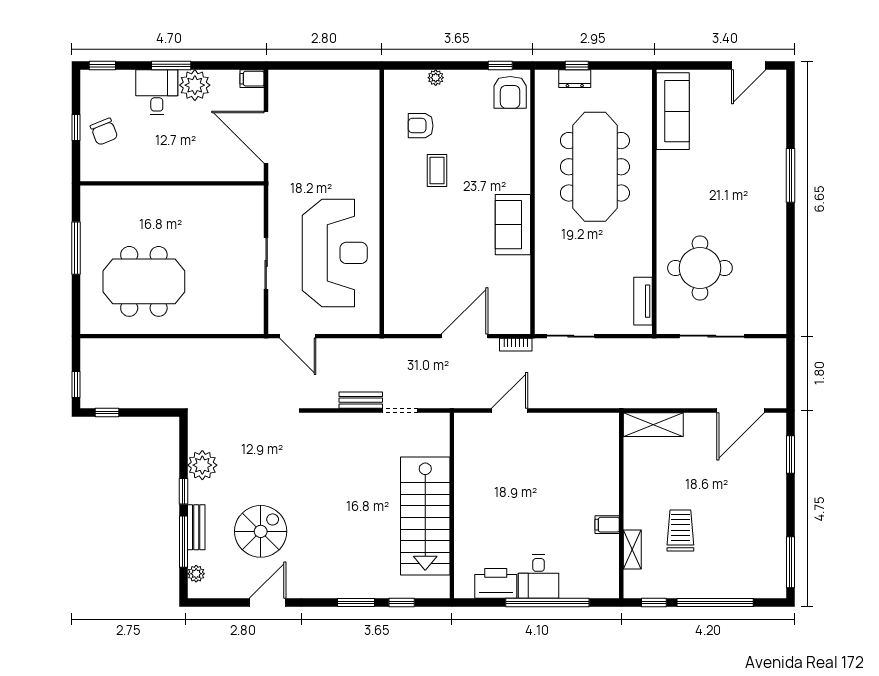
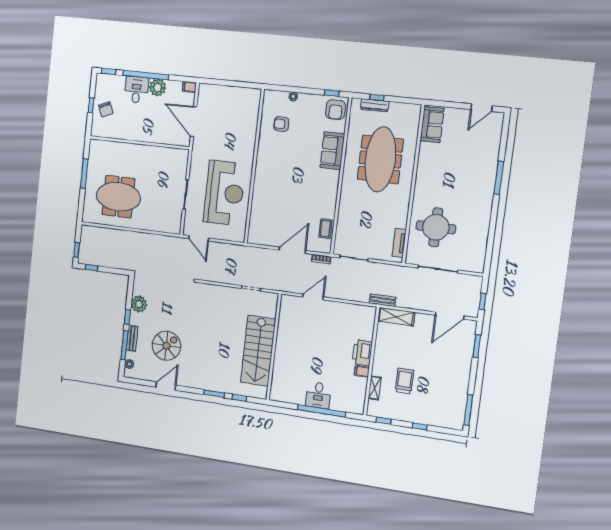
window: (171, 66) -> (146, 75), width x2.11
dresser: (575, 79) -> (375, 105), width x1.44
sofa: (673, 111) -> (432, 125), width x0.73
coffee table: (437, 171) -> (325, 229), moved
sofa: (513, 225) -> (332, 151), moved
window: (791, 380) -> (483, 301), added
bench: (361, 400) -> (382, 300), moved
printer: (496, 583) -> (362, 353), moved, turned -90
window: (715, 603) -> (420, 426), width x0.32

